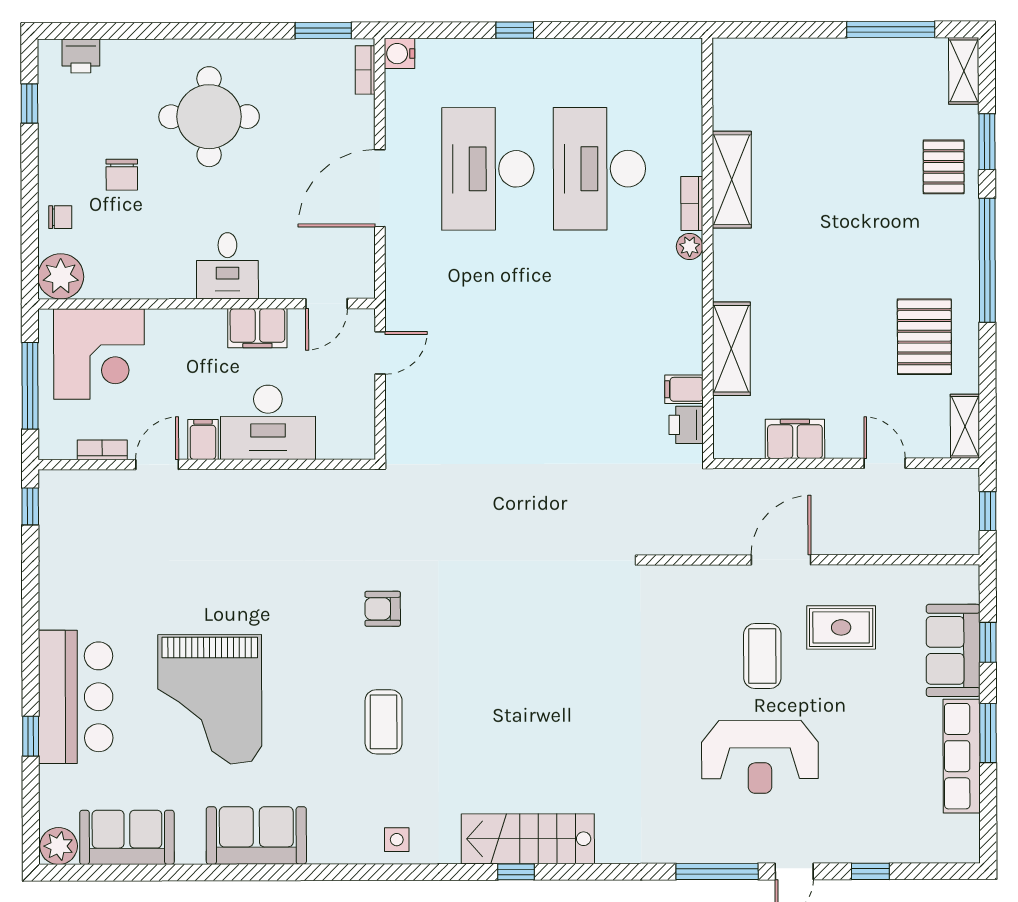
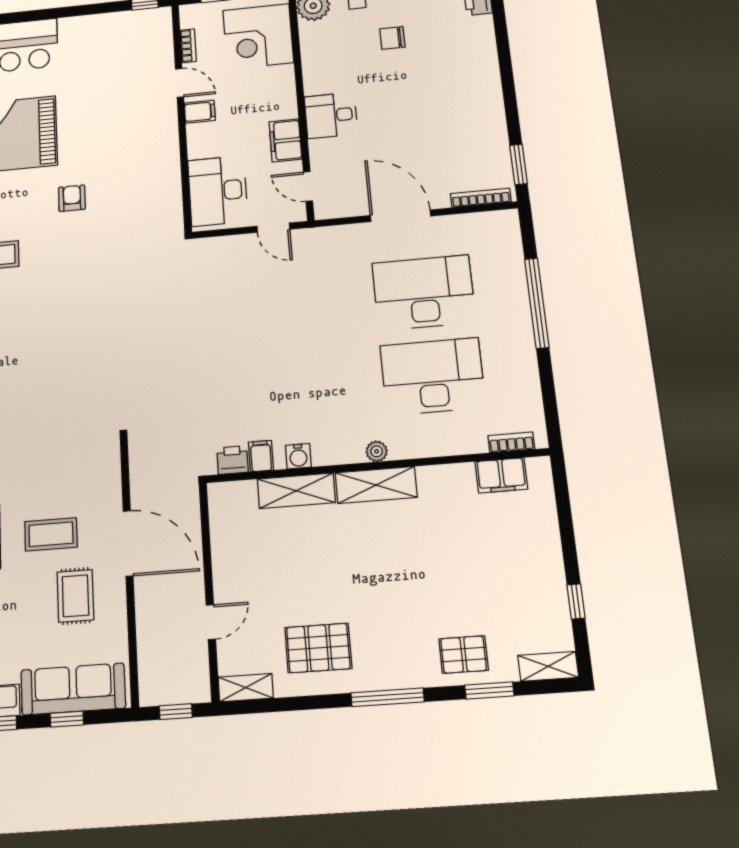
window: (515, 30) -> (537, 303), width x3.17
window: (891, 30) -> (576, 601), width x0.46
water cooler: (400, 54) -> (298, 456), moved, turned 180
bookcase: (365, 70) -> (481, 198), width x1.56
round table: (209, 117) -> (443, 92), removed
shelving: (732, 180) -> (376, 485), moved
bookcase: (692, 203) -> (511, 442), moved
window: (987, 260) -> (387, 697), width x0.68
desk: (268, 422) -> (218, 191), moved
filing cabinet: (795, 439) -> (501, 475), moved, turned 90
door: (781, 560) -> (128, 543), width x1.36
armchair: (383, 609) -> (72, 198), moved
sofa: (953, 650) -> (73, 689), width x1.36

